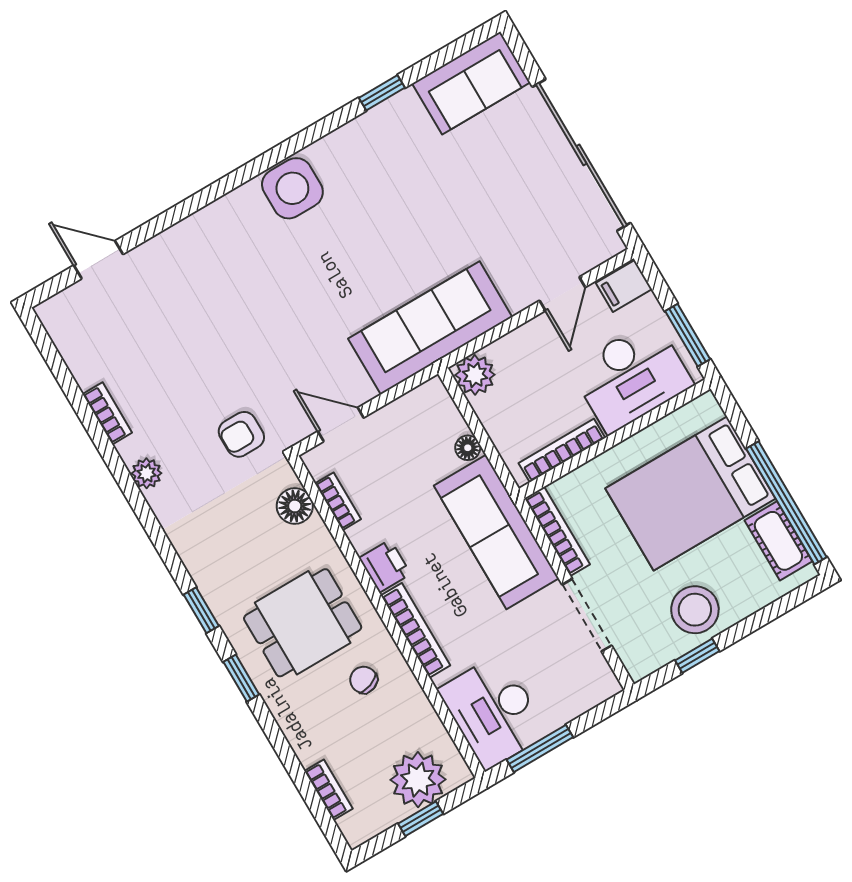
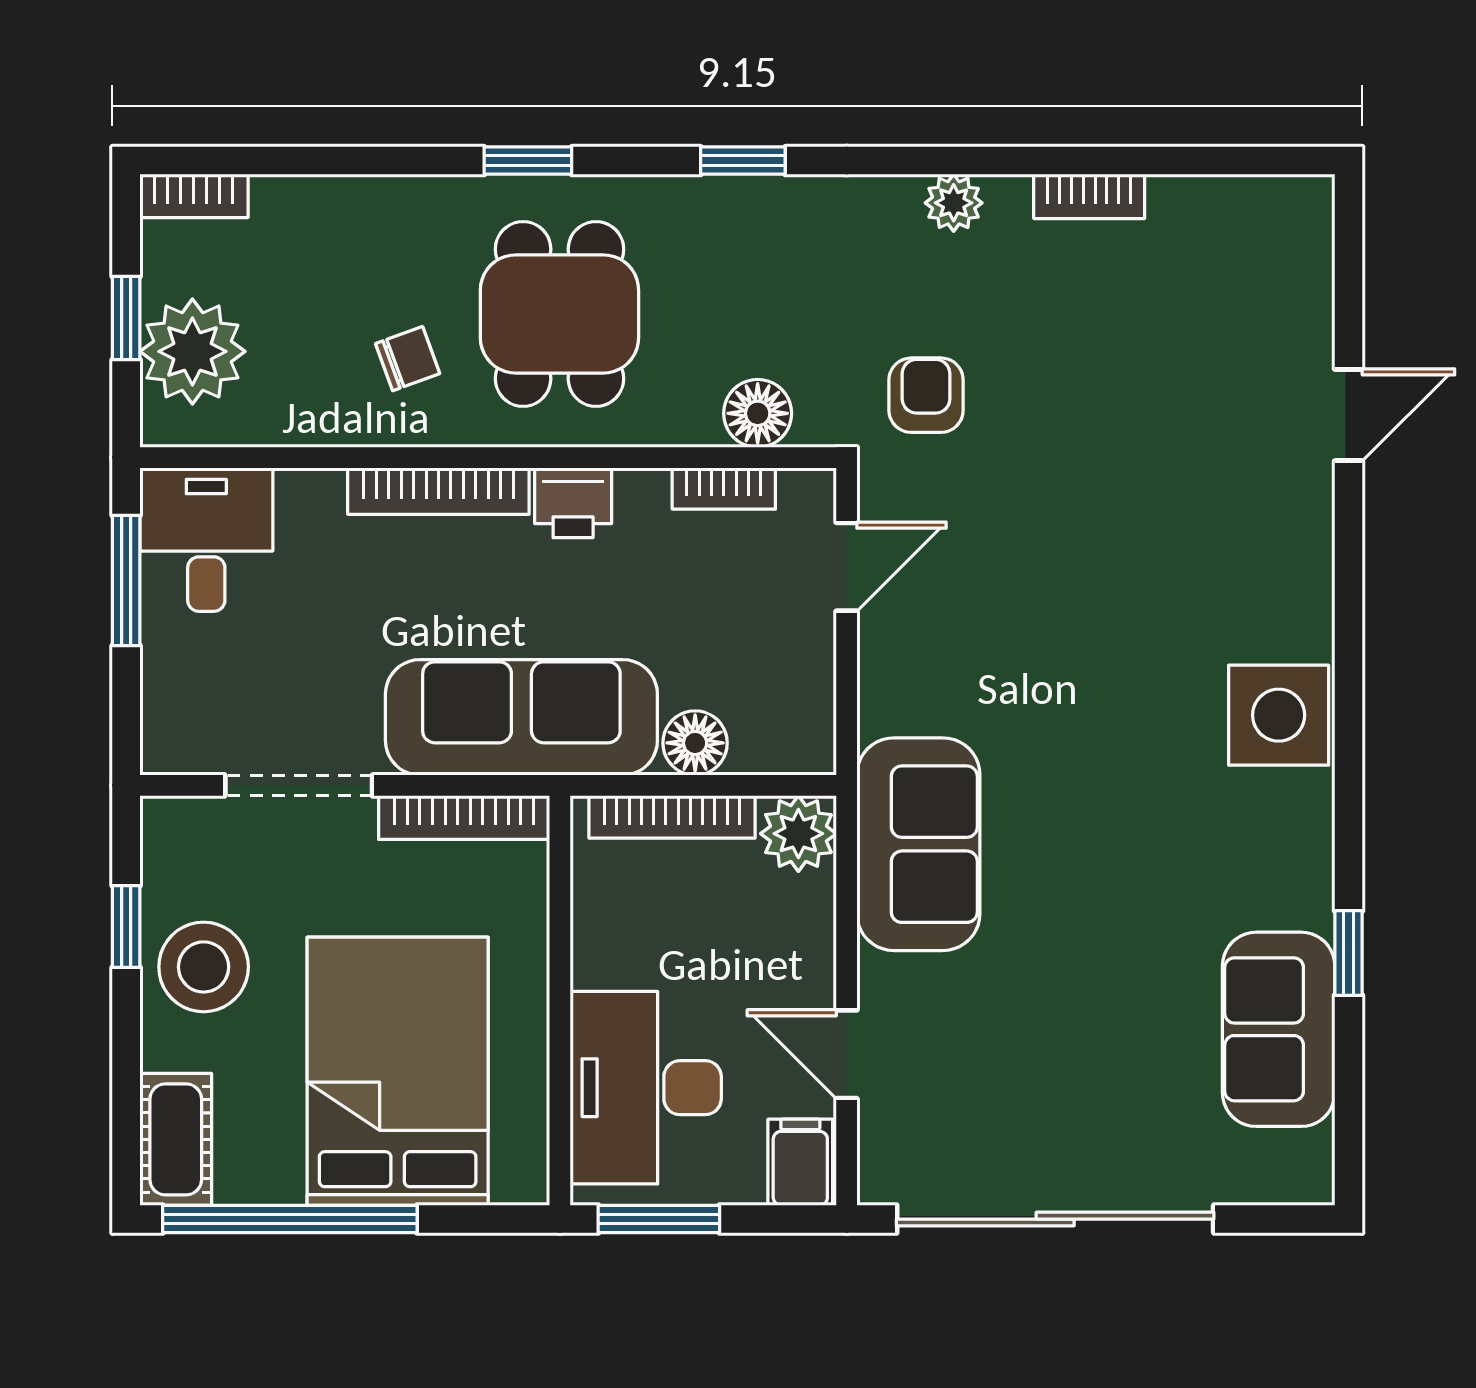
sofa: (471, 83) -> (1279, 1029), moved
door: (98, 260) -> (1349, 415), moved
sofa: (430, 328) -> (918, 844), width x0.73
floor lamp: (468, 448) -> (695, 743), width x1.37, depth x1.37
bookcase: (562, 451) -> (672, 817), moved, turned 90
cot: (778, 541) -> (176, 1139), moved, turned 90
window: (201, 610) -> (743, 161), moved
desk: (493, 712) -> (206, 540), width x0.73
bookcase: (329, 790) -> (194, 196), moved

